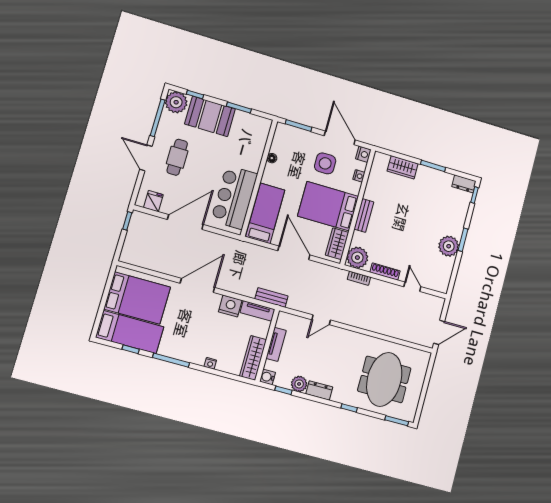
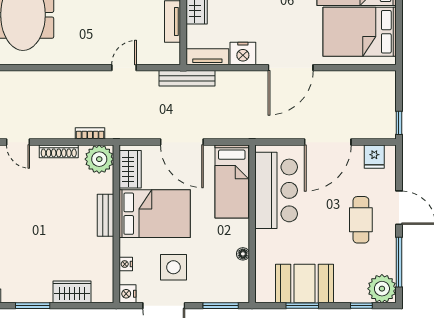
booth: (210, 116) -> (304, 284), moved
bench: (271, 298) -> (187, 78), width x1.36

